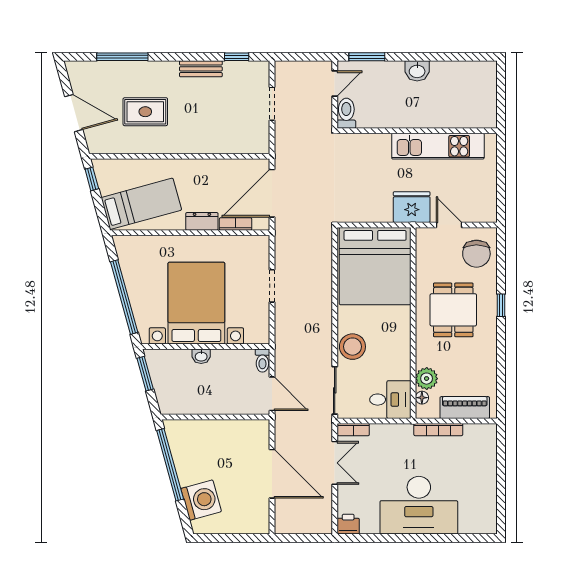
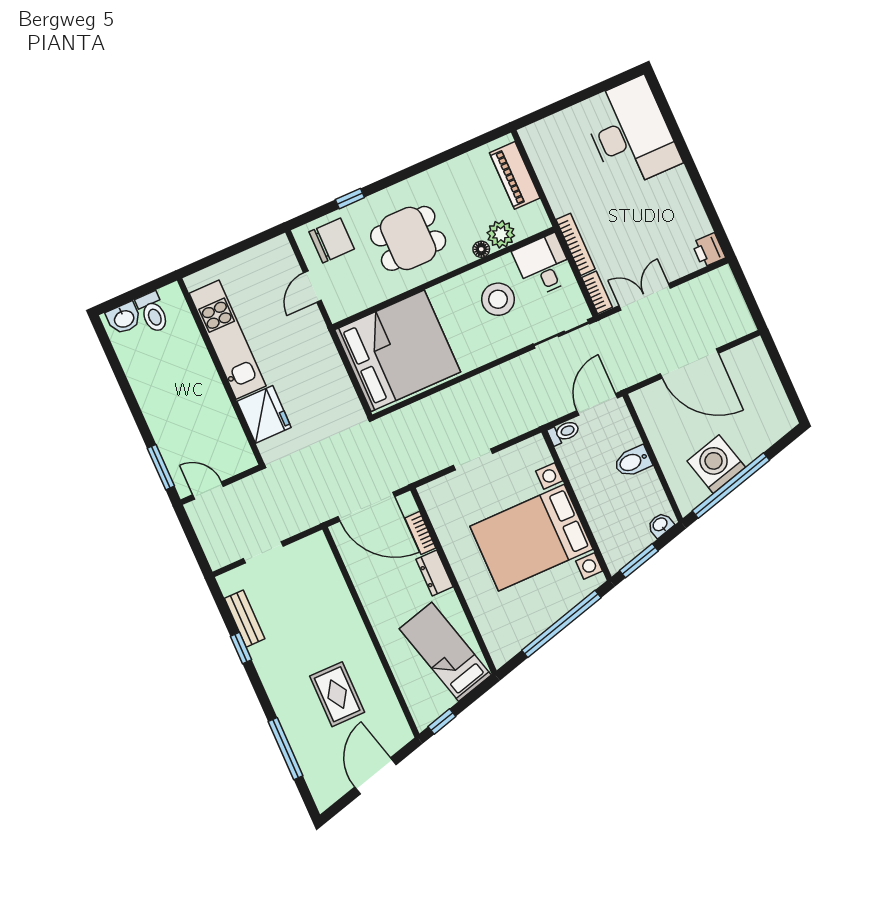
window: (237, 57) -> (241, 648), moved
bench: (201, 69) -> (245, 619), moved
washbasin: (417, 71) -> (124, 318), moved, turned 90
toilet: (346, 113) -> (153, 312), moved, turned -90
fridge: (412, 207) -> (264, 414), moved, turned 180
window: (501, 305) -> (350, 199), moved
stool: (352, 347) -> (498, 299), moved
washbasin: (201, 356) -> (660, 525), moved, turned -105
floor lamp: (422, 398) -> (481, 249), moved
bidet: (219, 401) -> (633, 462), added
bookcase: (438, 430) -> (576, 244), moved
door: (272, 474) -> (689, 364), swing flipped
washing machine: (201, 500) -> (716, 464), moved
desk: (419, 505) -> (631, 133), moved

